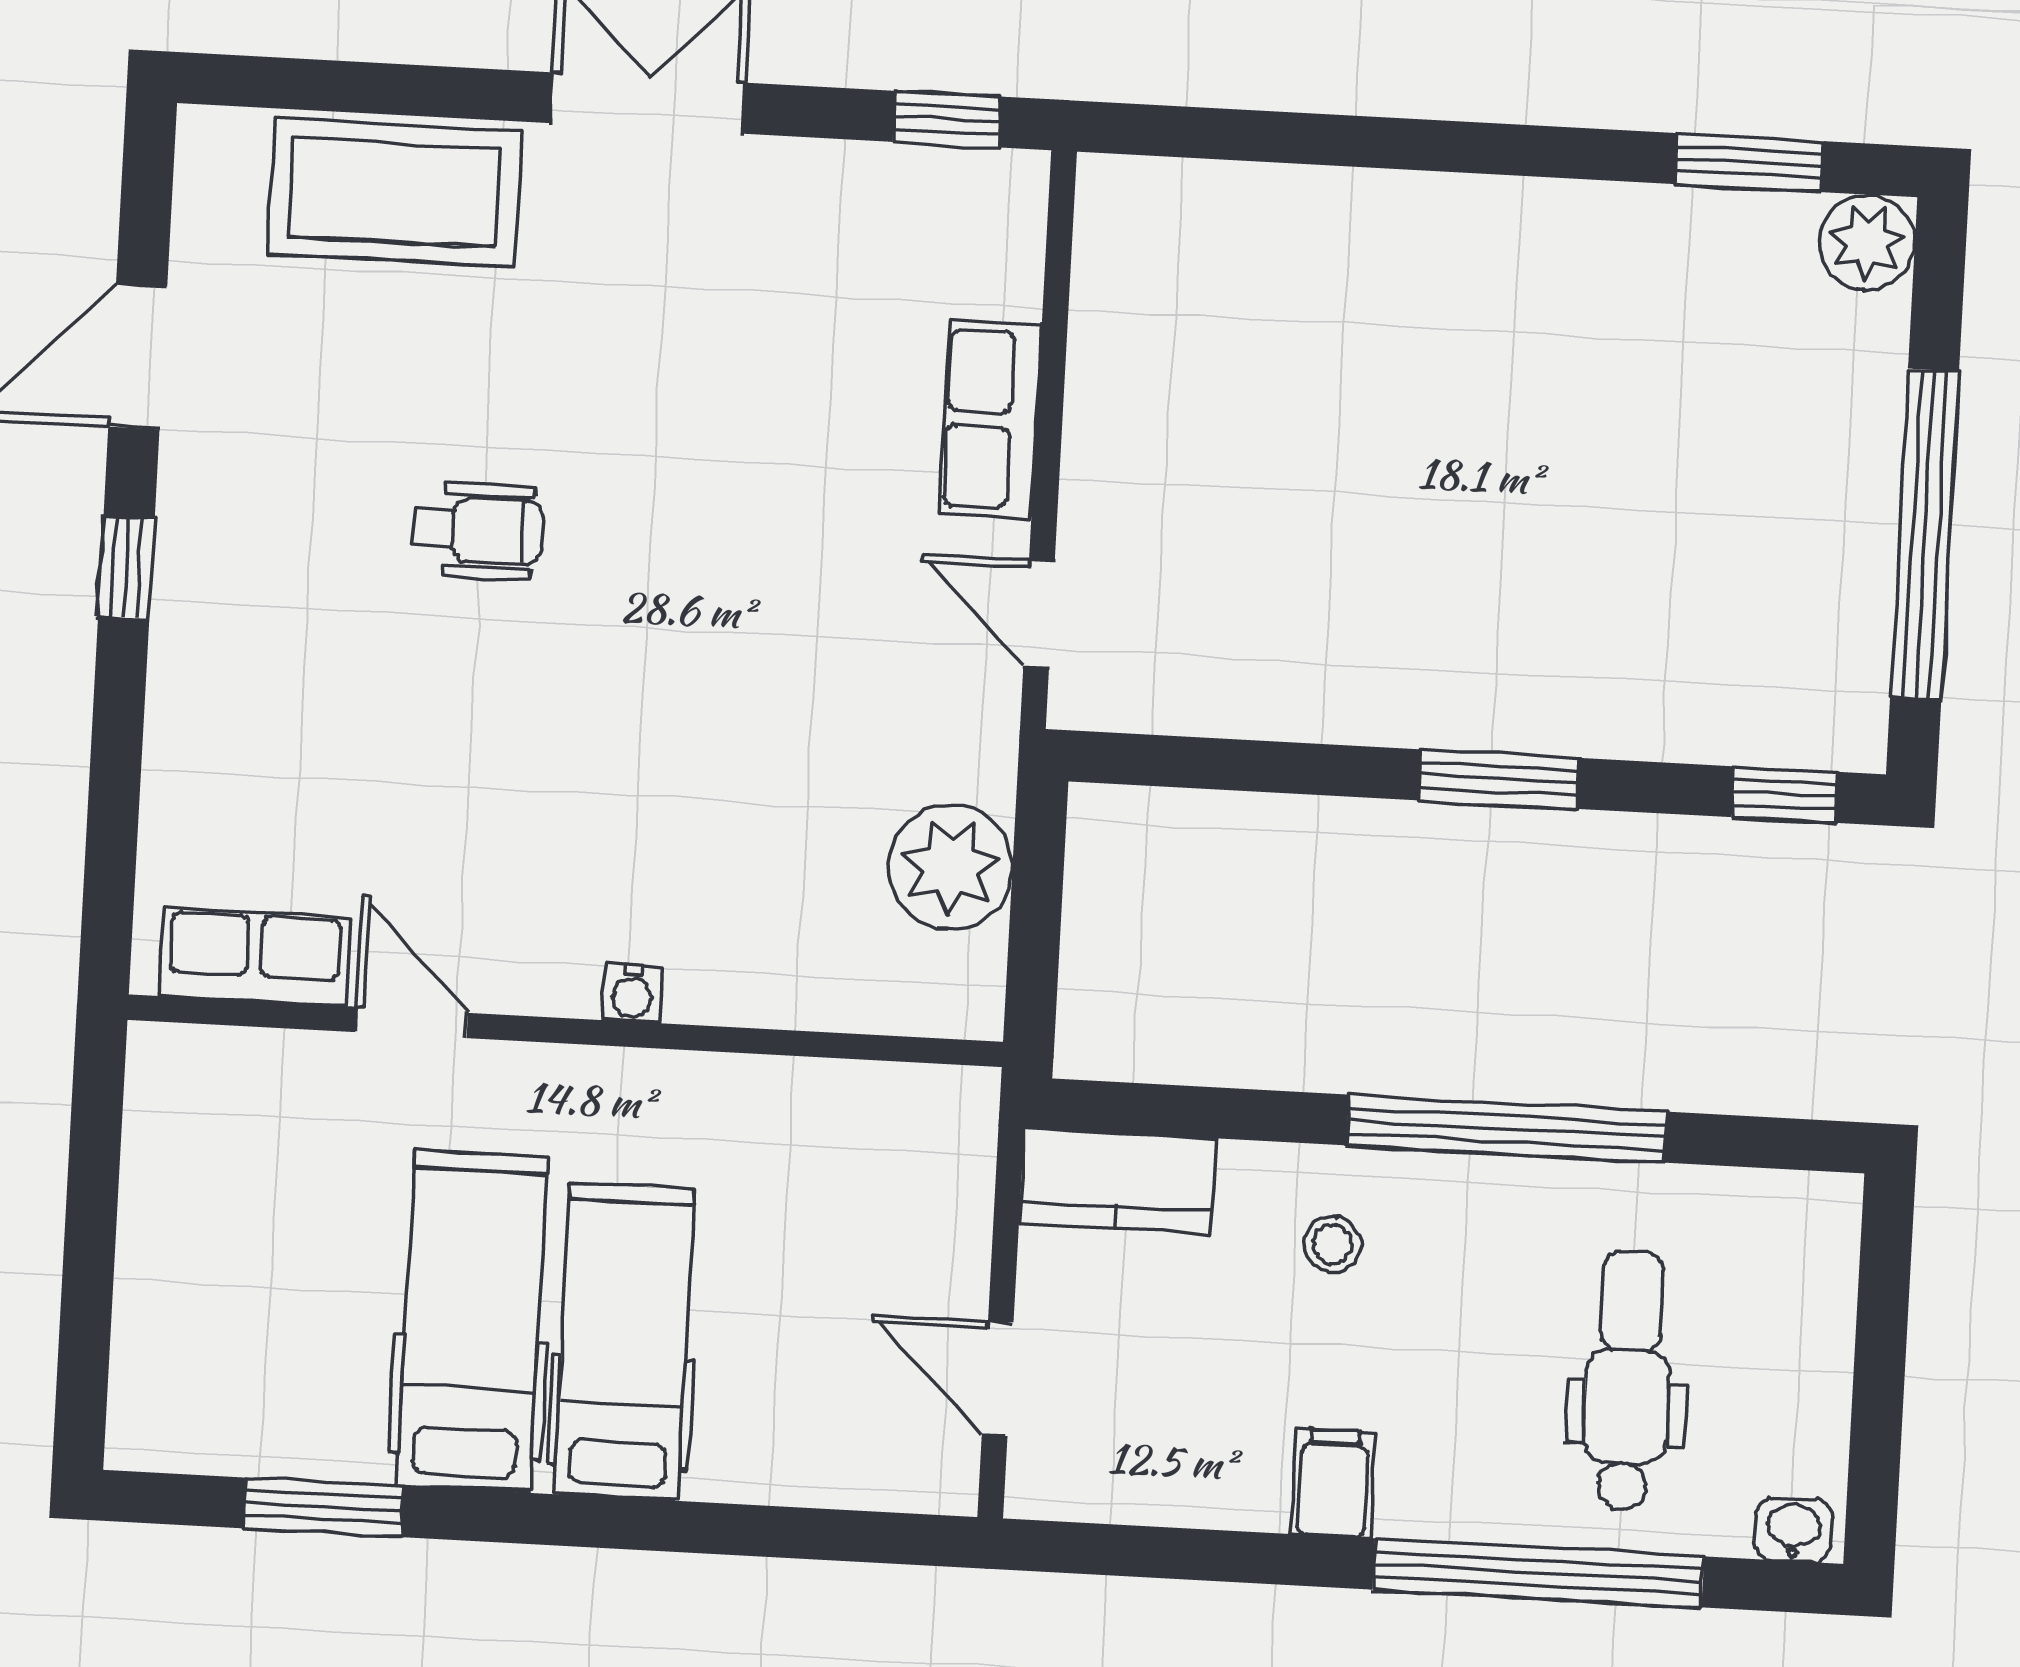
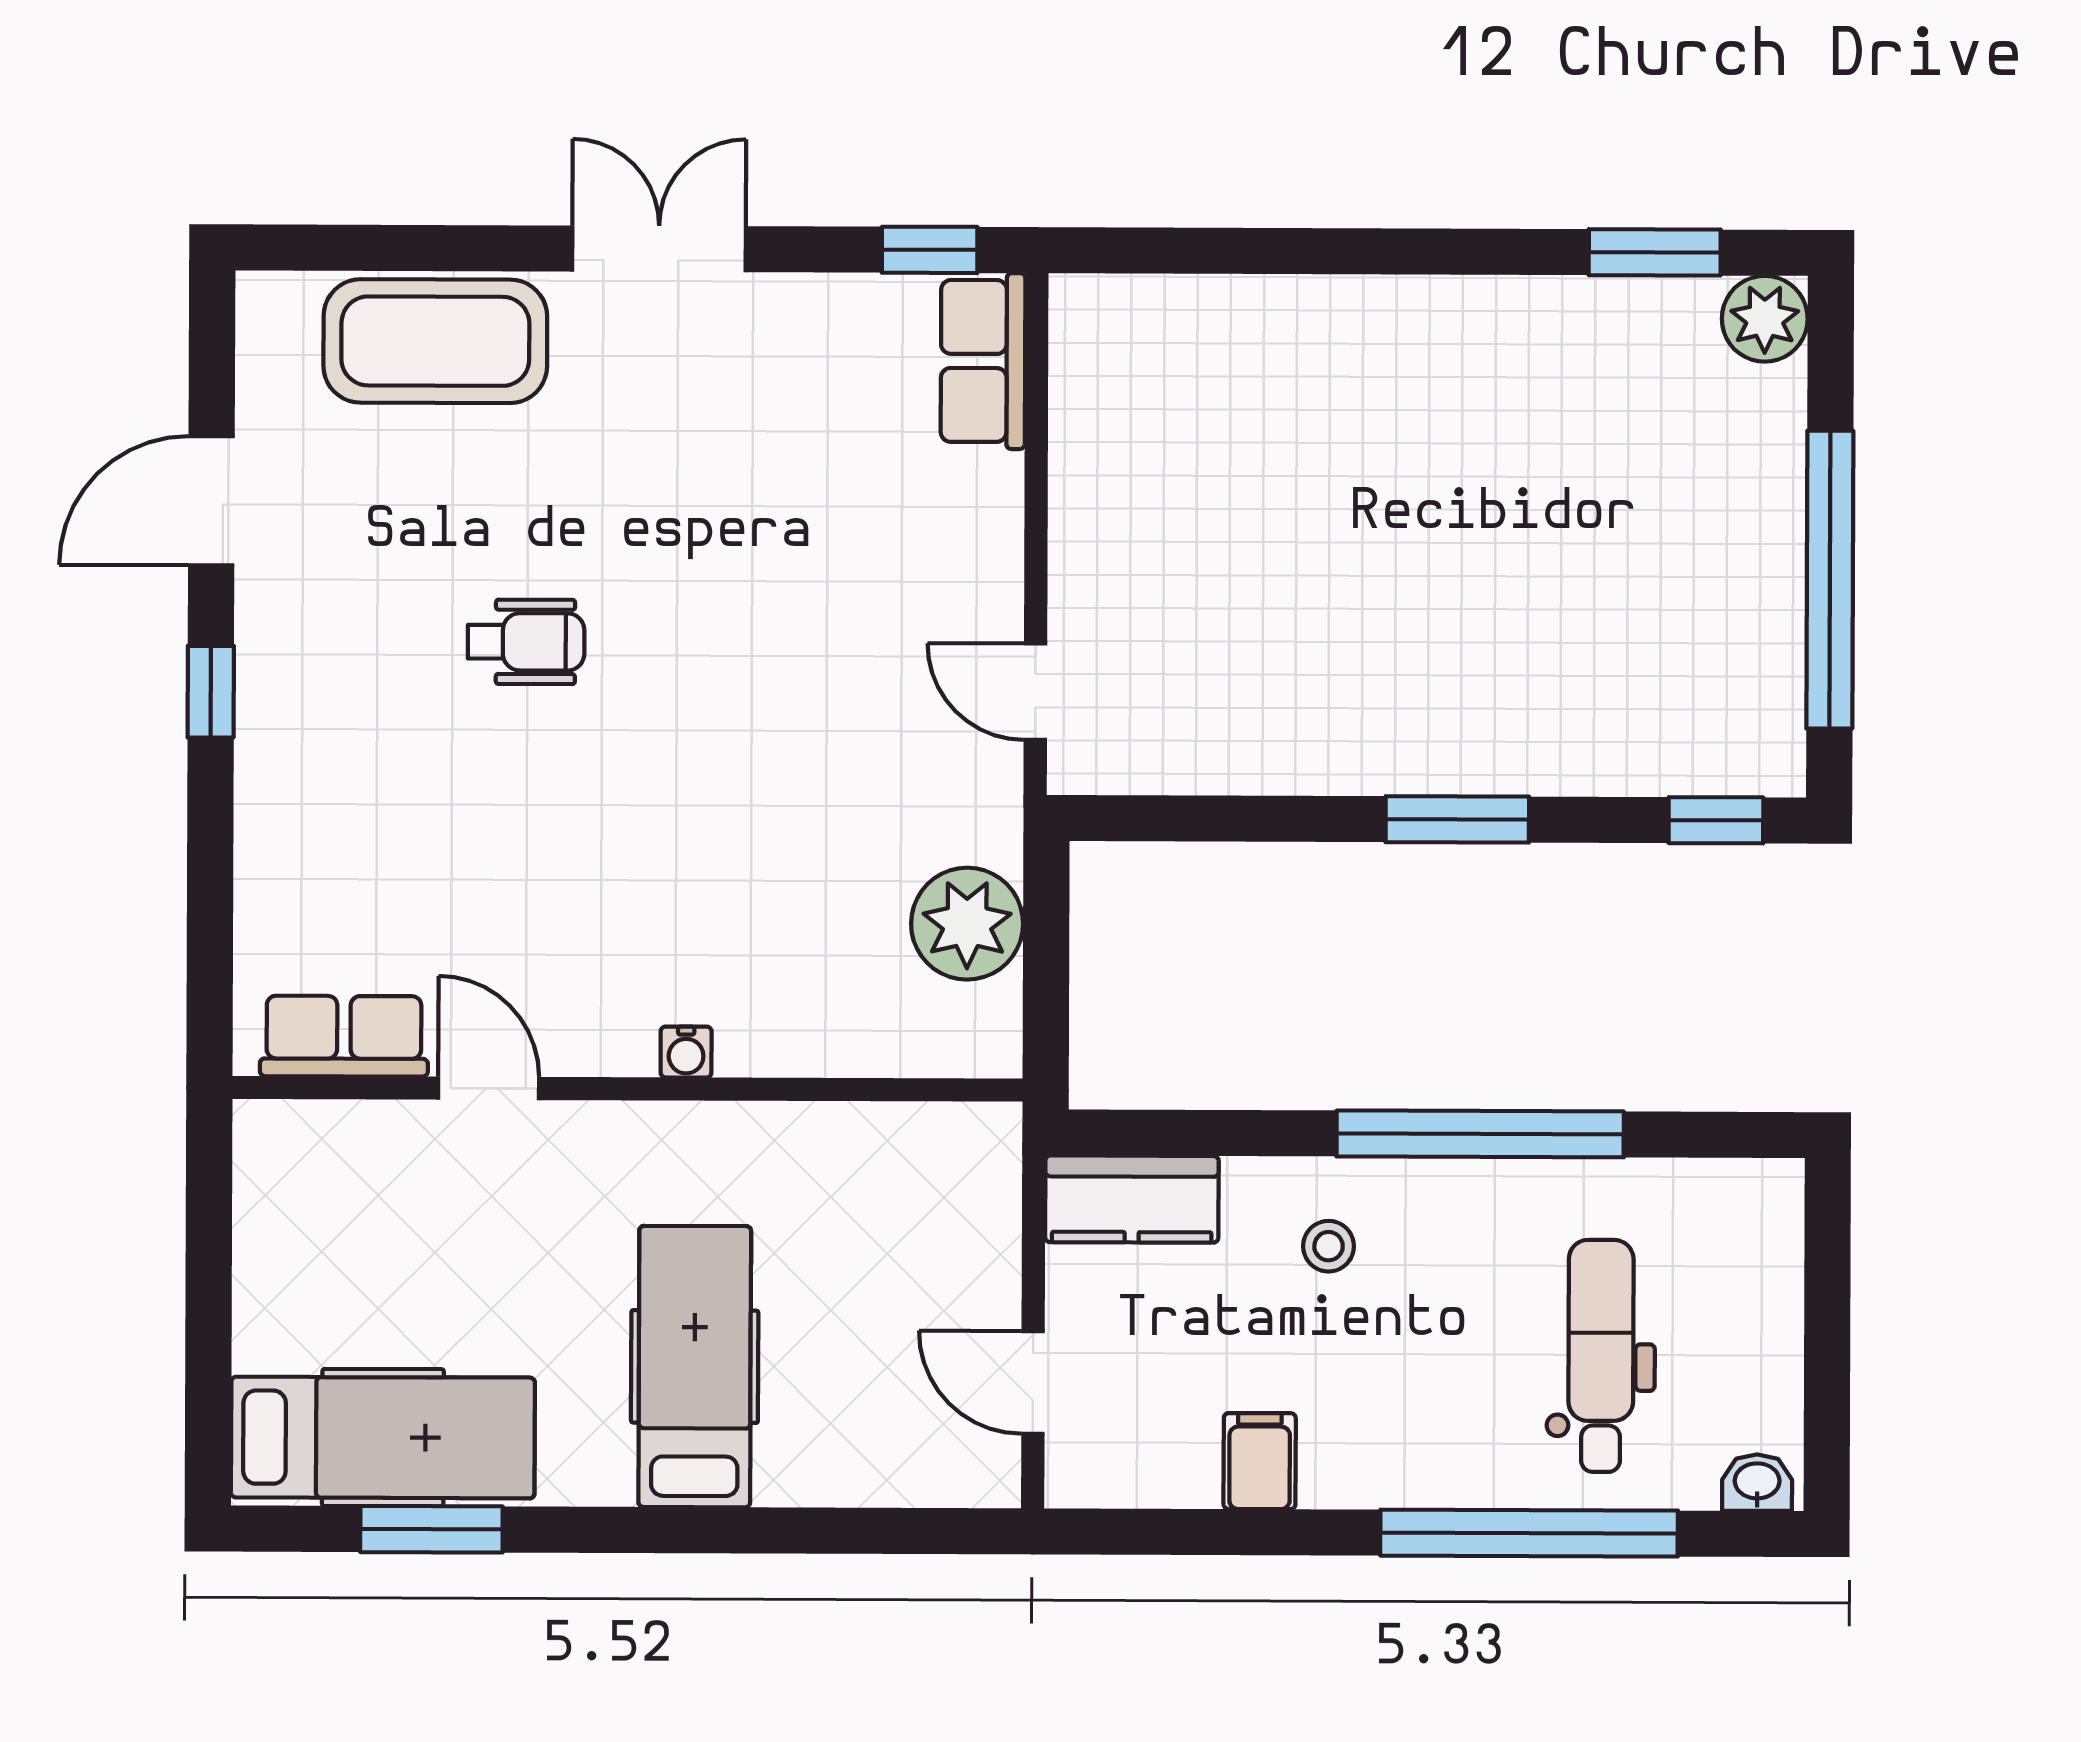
row of seats: (990, 419) -> (983, 361), moved
hospital bed: (472, 1321) -> (383, 1438), moved, turned 90
filing cabinet: (1333, 1483) -> (1260, 1461), moved

